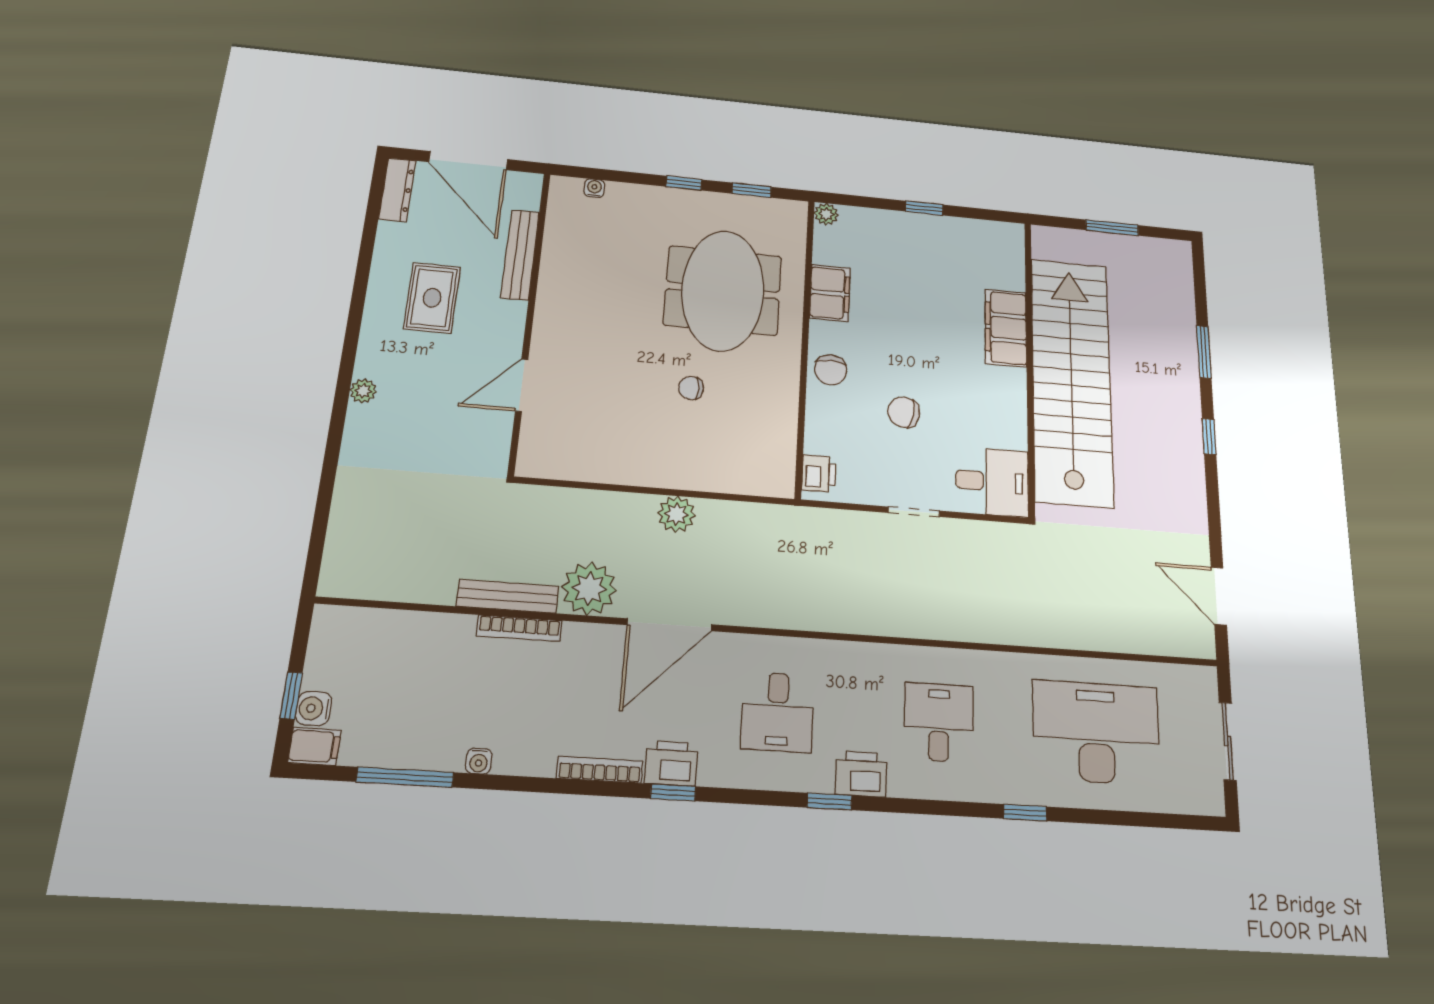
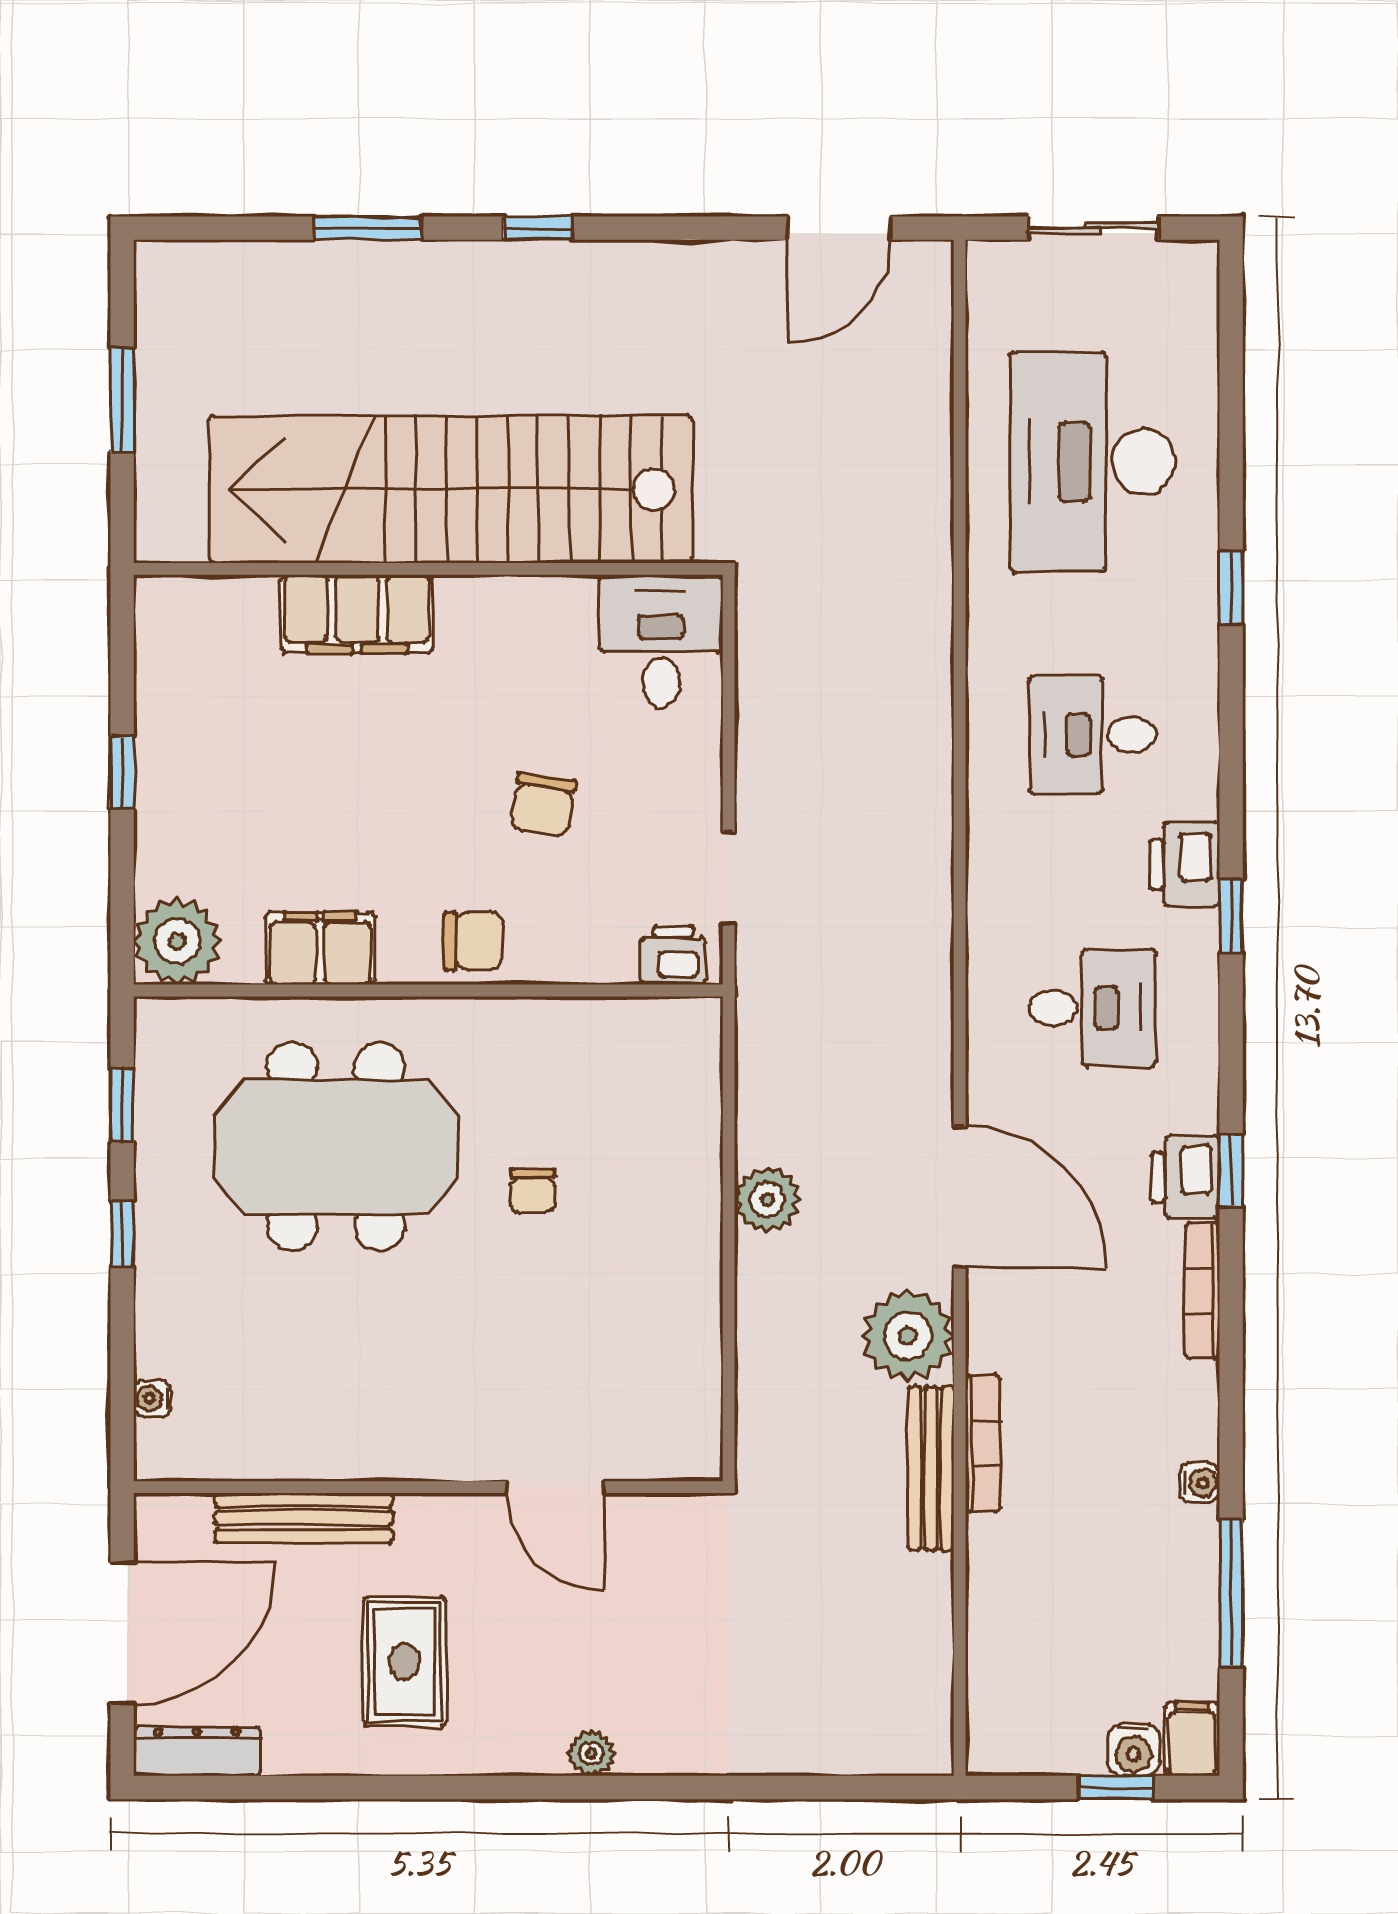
plant: (826, 214) -> (177, 941), width x1.88, depth x1.88
rug: (432, 298) -> (405, 1662), turned 90
doorway: (914, 512) -> (729, 878), moved

